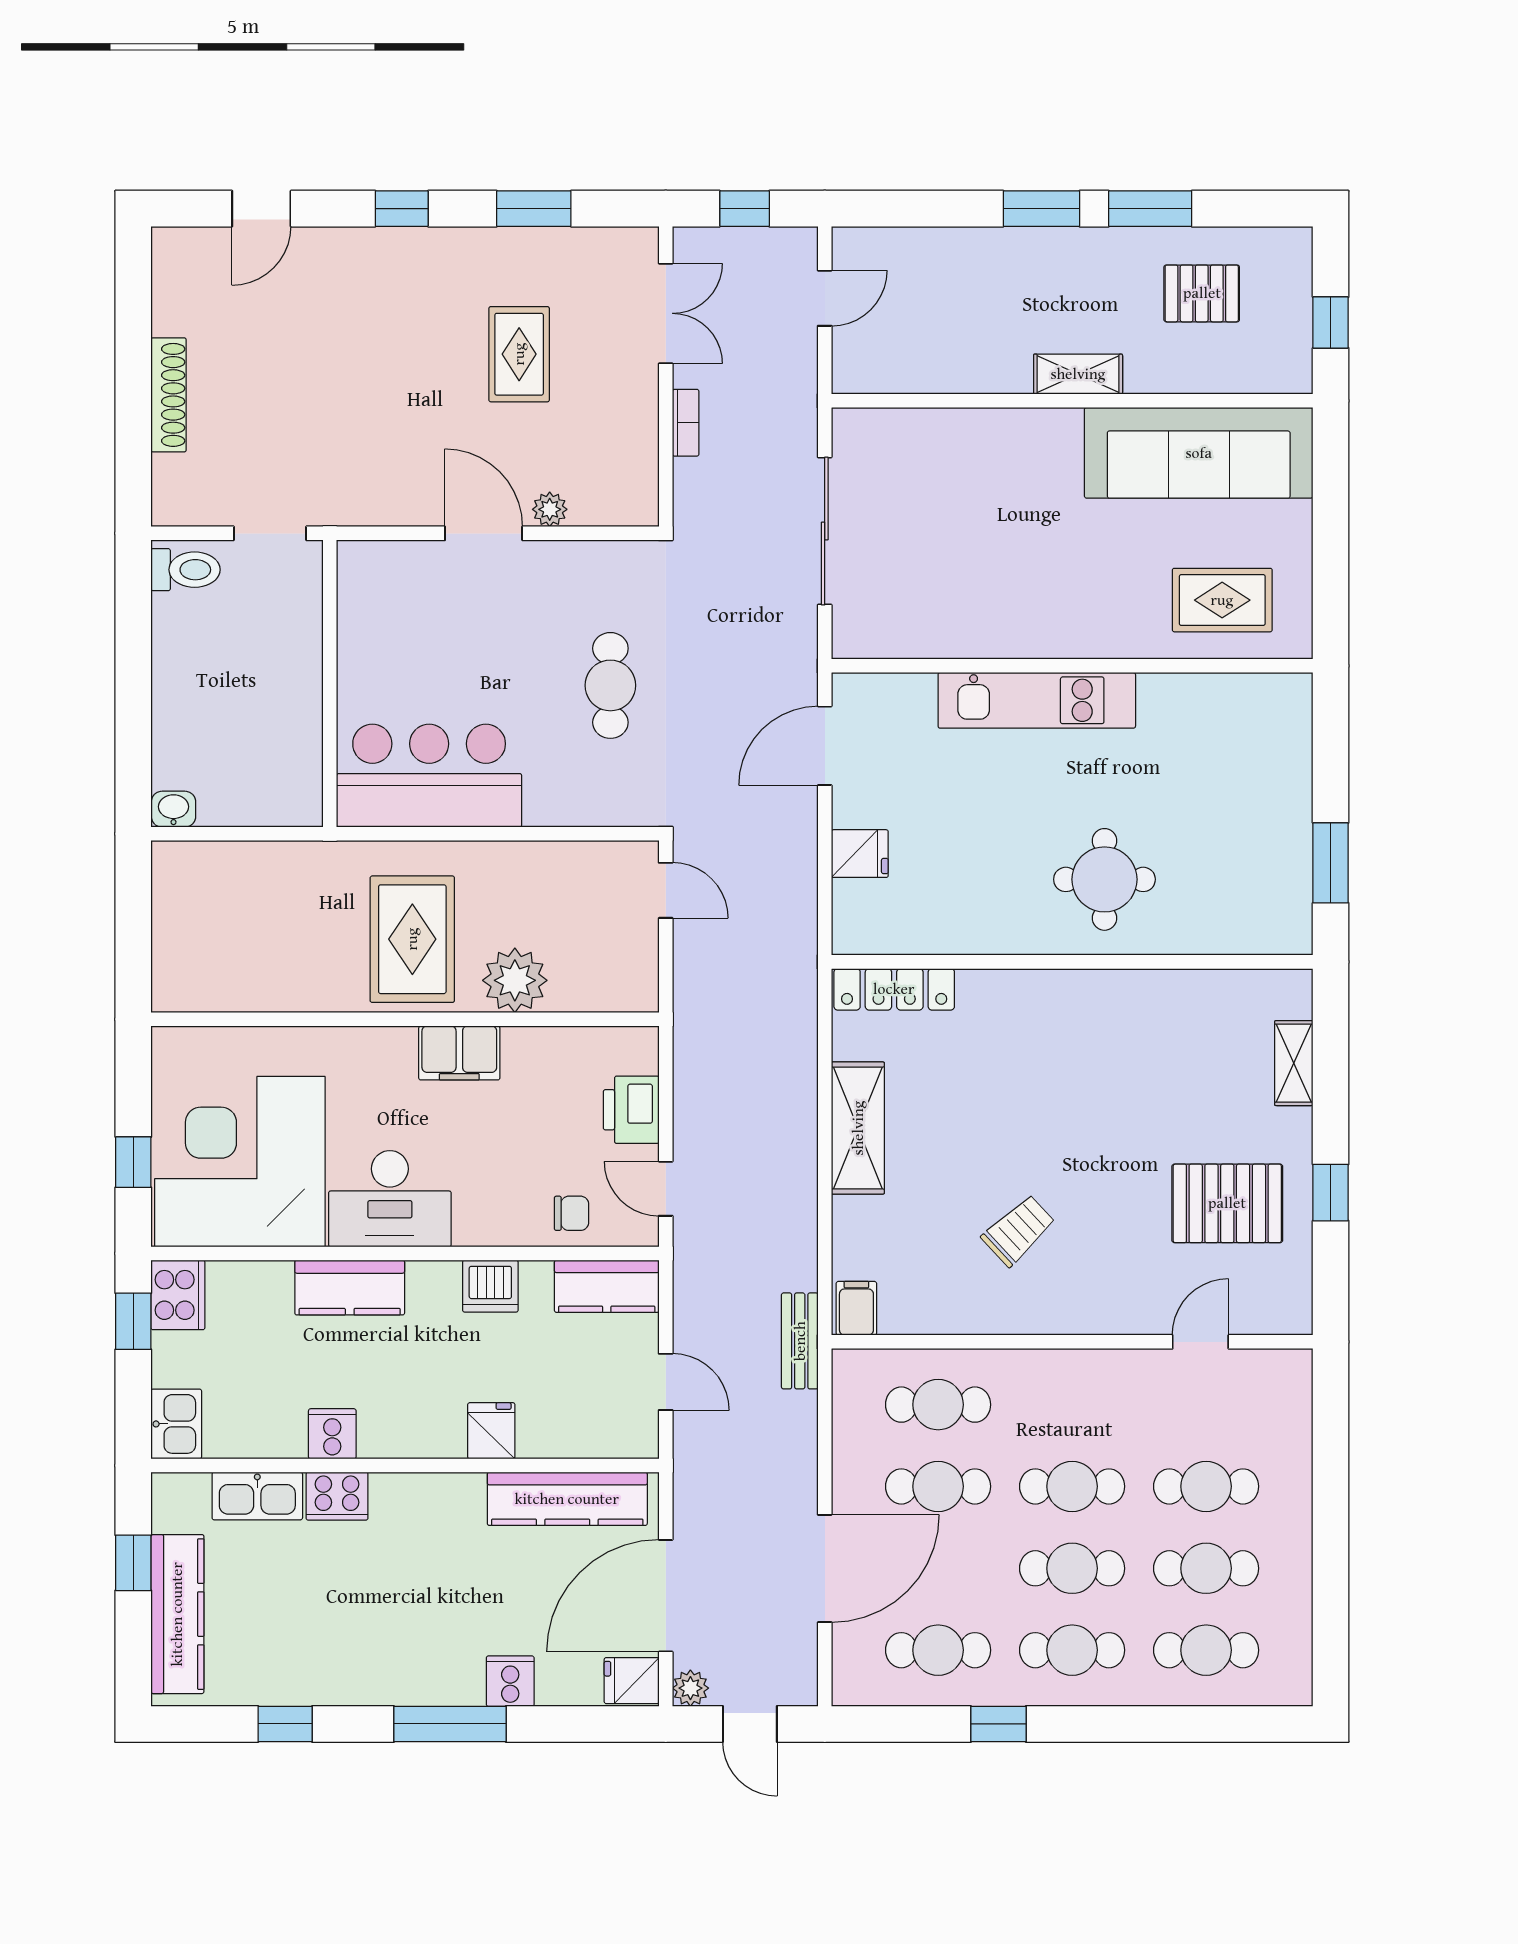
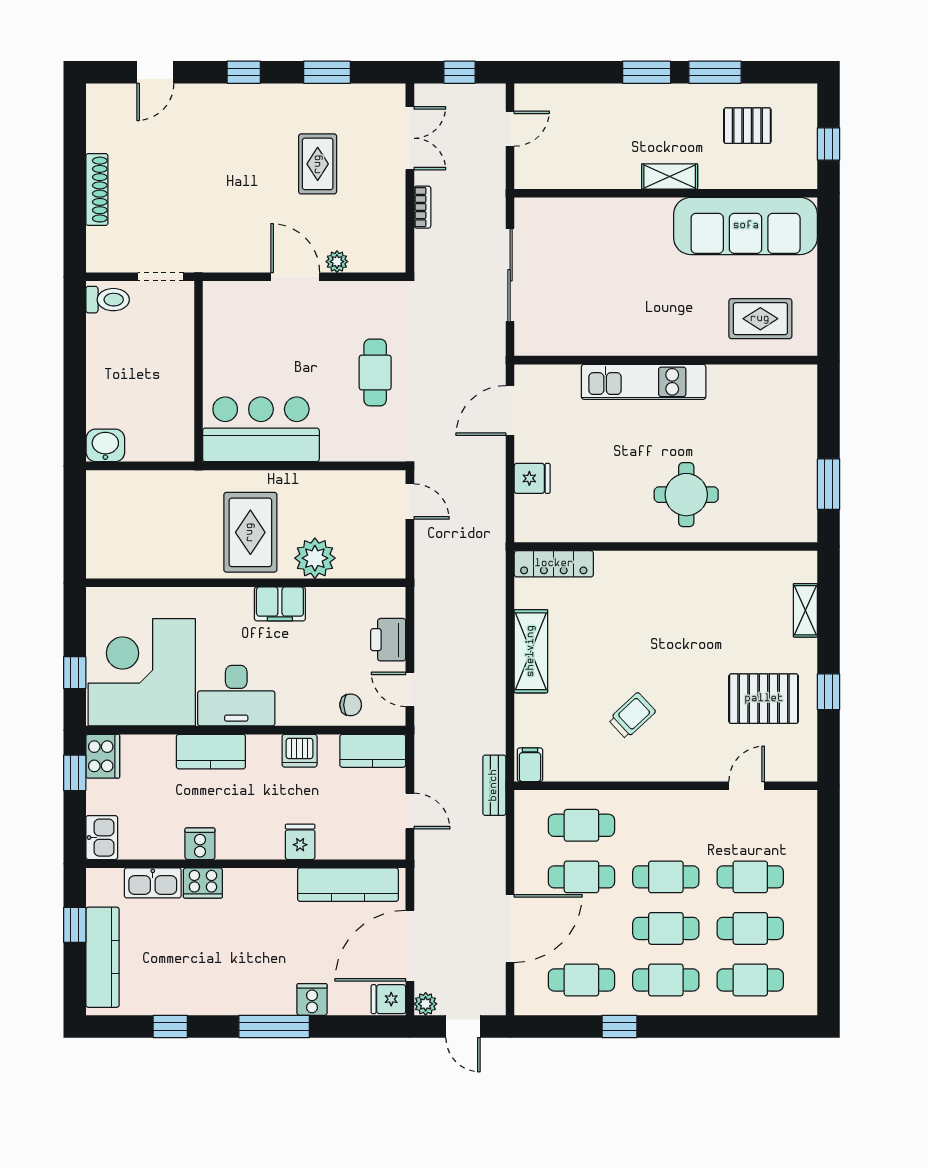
washbasin: (173, 809) -> (105, 445), width x1.38, depth x1.45

